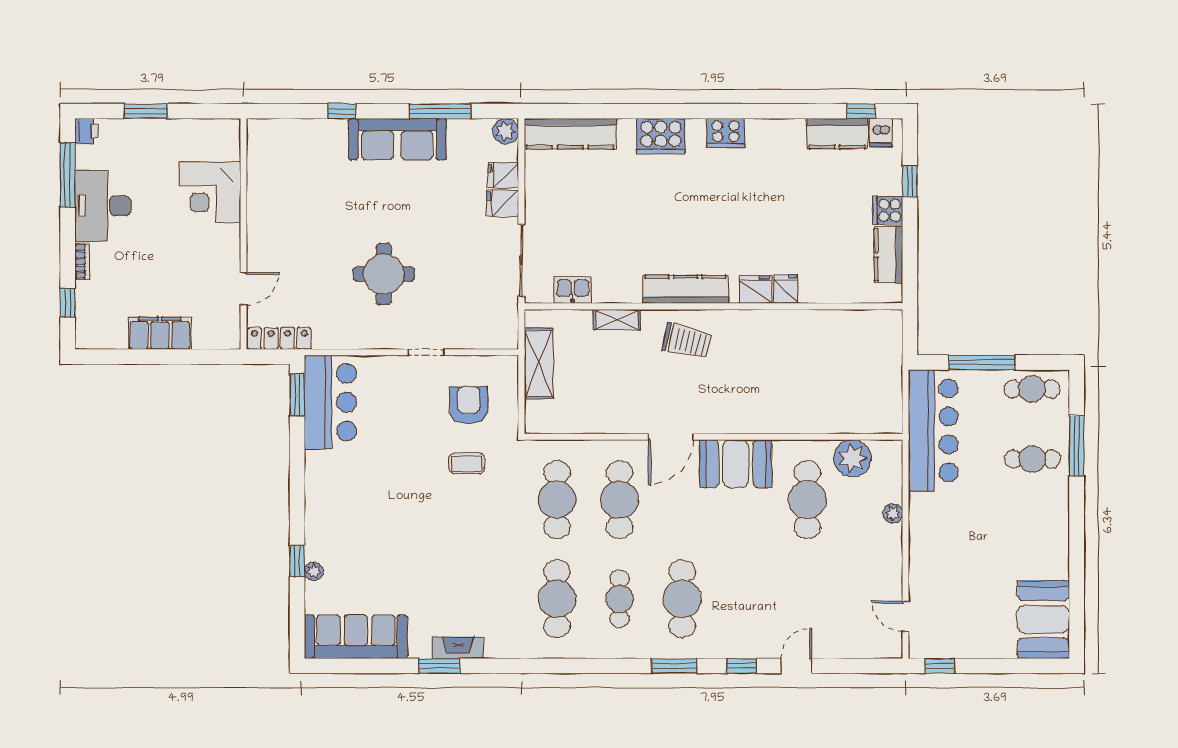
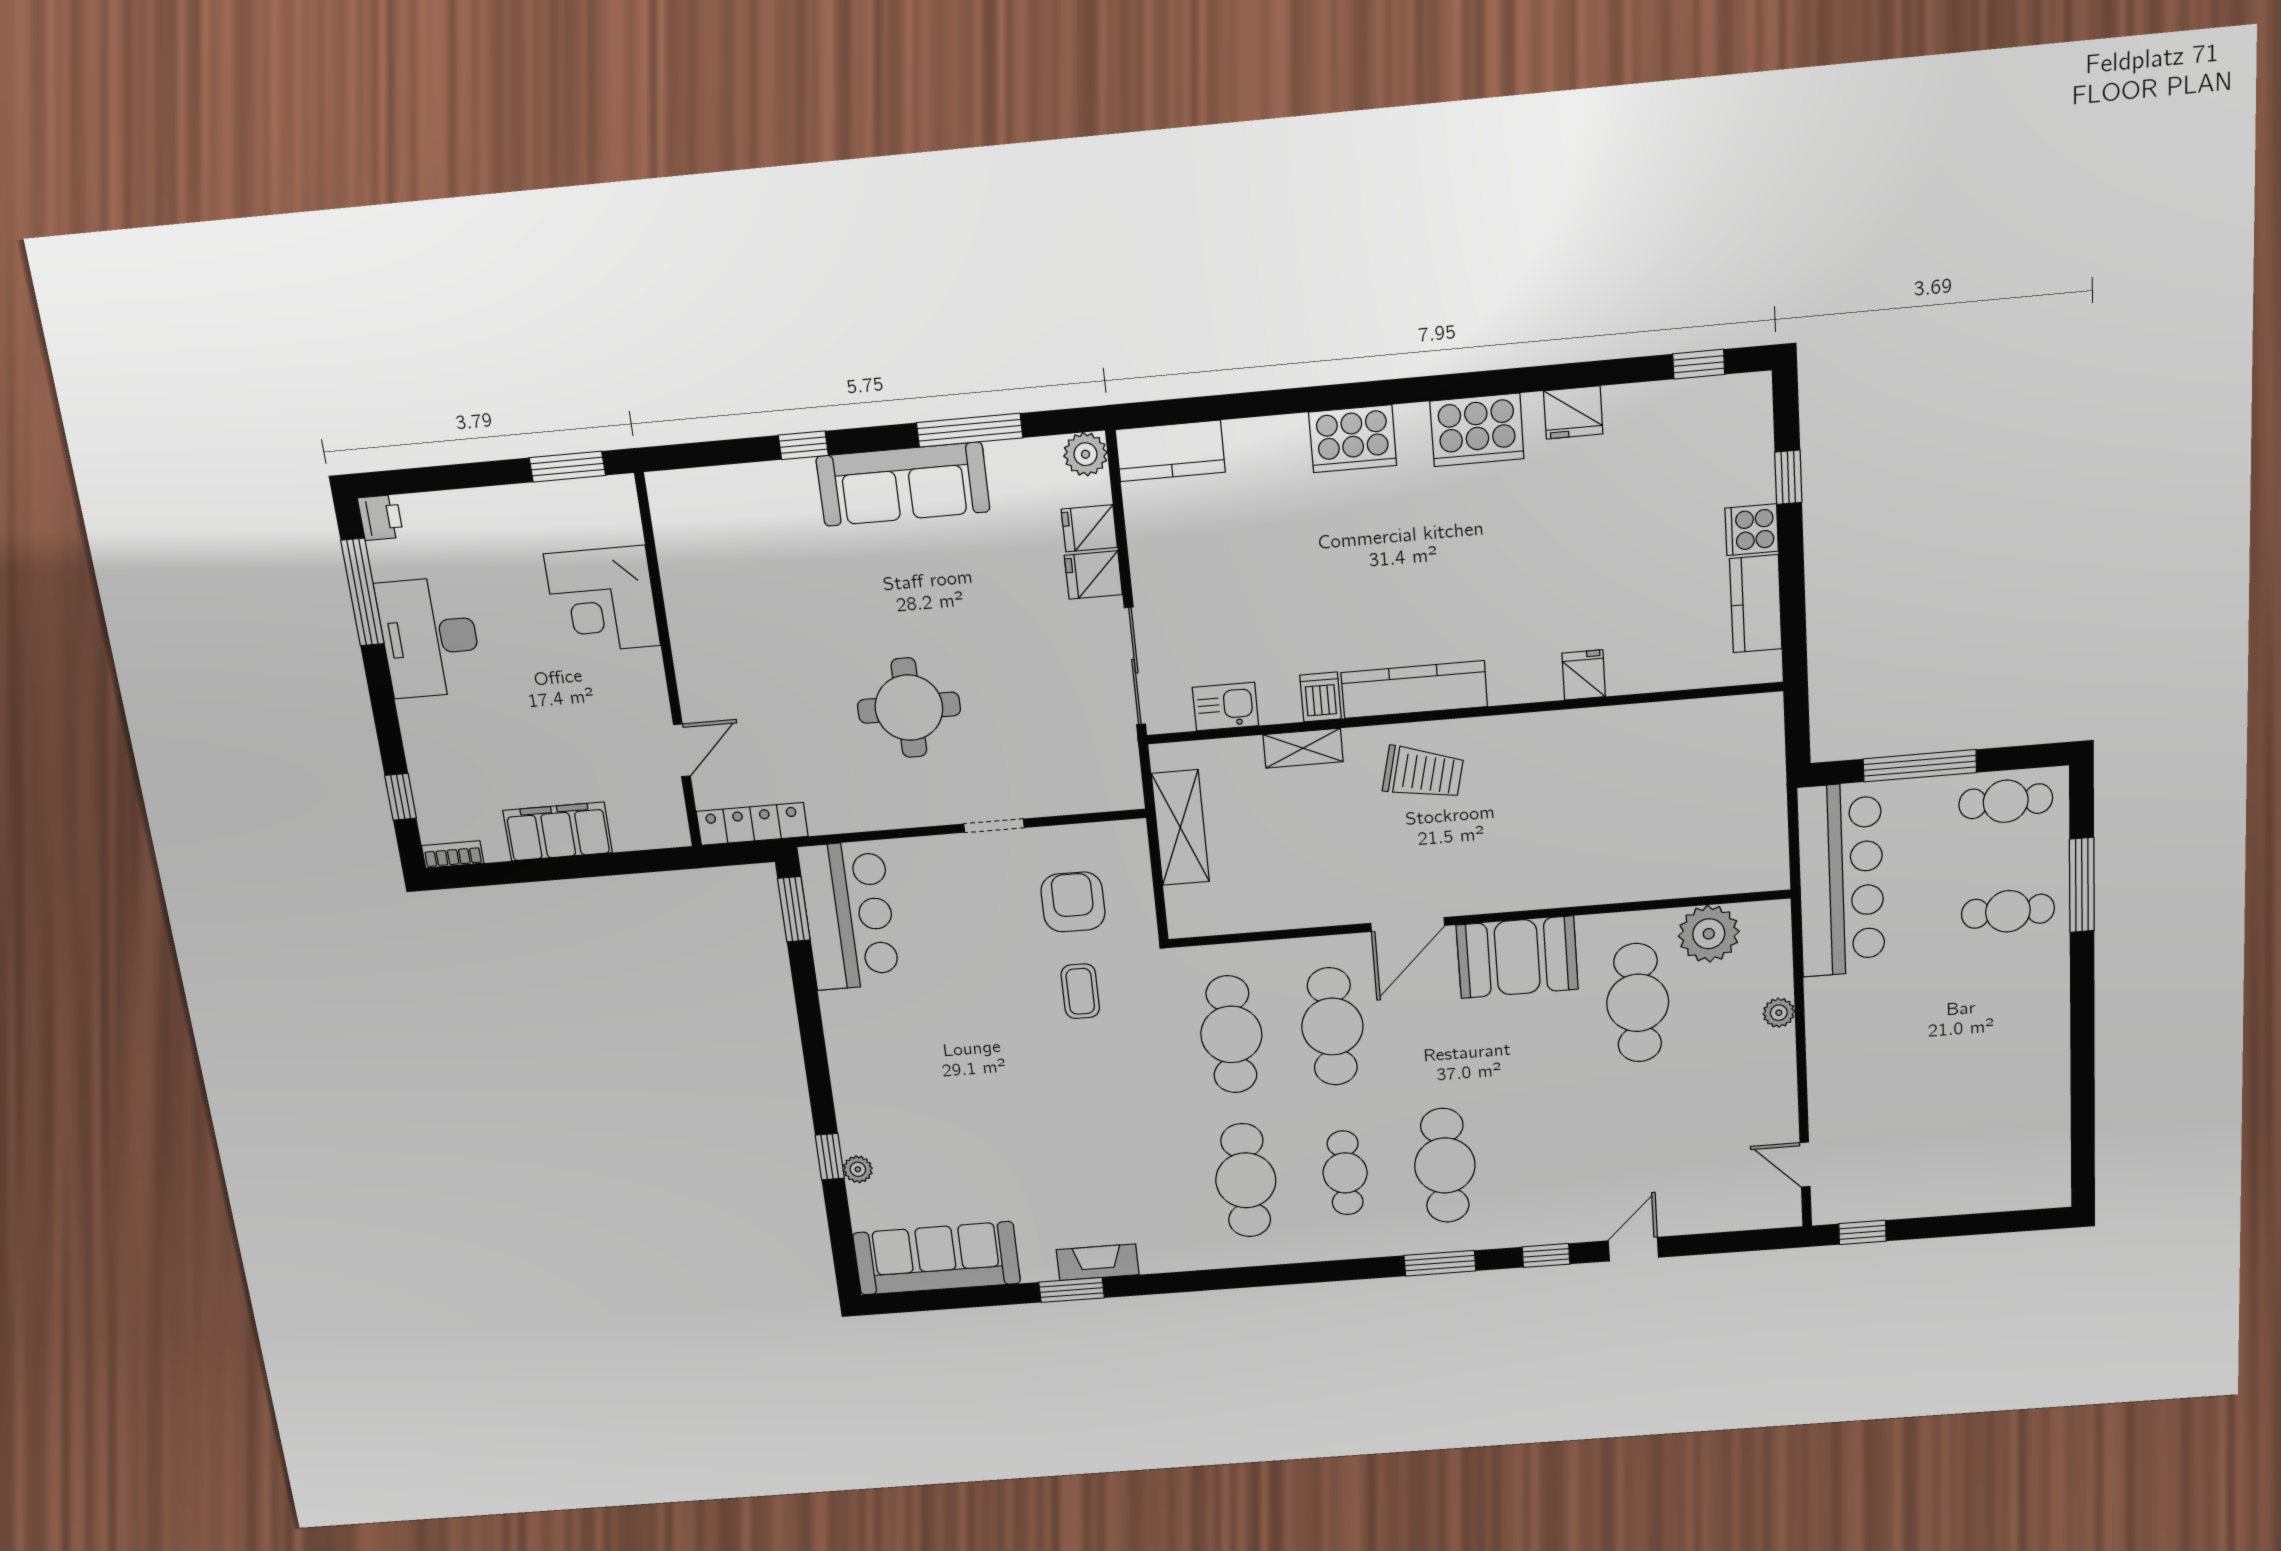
window: (146, 111) -> (567, 467), moved
cooker: (726, 133) -> (1477, 430), width x1.37, depth x1.31
dishwasher: (881, 133) -> (1321, 697), moved, turned 180
kitchen counter: (570, 134) -> (1170, 451), width x0.67
kitchen counter: (837, 134) -> (1658, 407), removed
bookcase: (82, 262) -> (453, 854), moved, turned -90
fridge: (756, 289) -> (1573, 412), moved, turned 180
coffee table: (467, 463) -> (1080, 991), turned 90
booth: (1043, 619) -> (2029, 1152), removed

